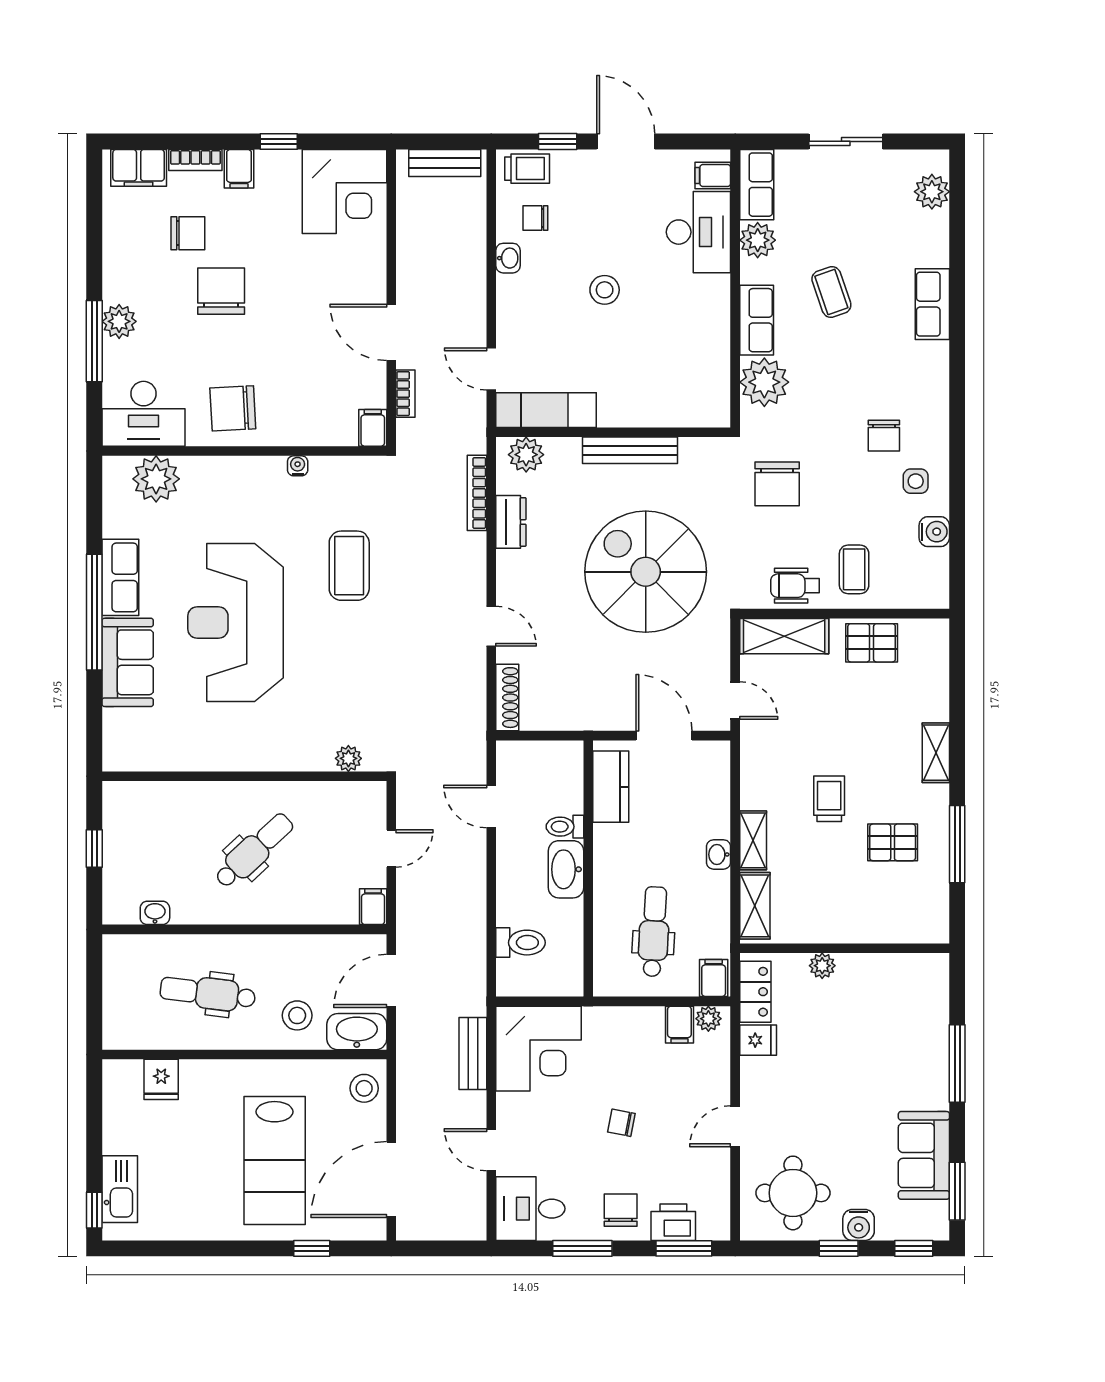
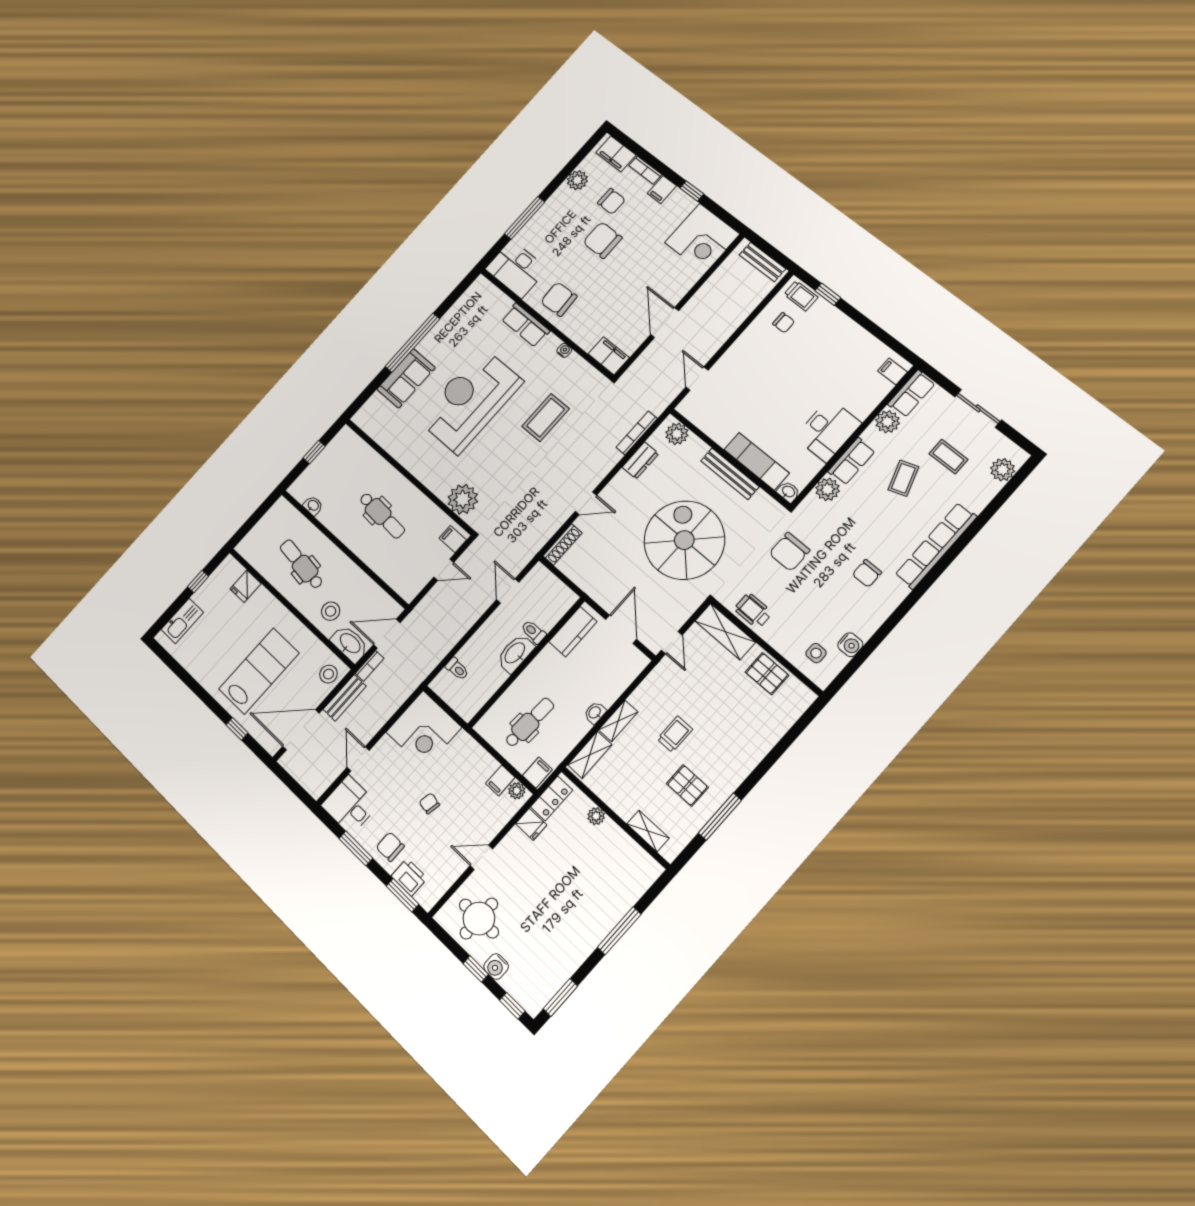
door: (626, 141) -> (862, 320), removed
chair: (535, 218) -> (784, 323), turned 180
desk: (698, 232) -> (828, 430), moved
washbasin: (508, 258) -> (788, 492), moved, turned -90
stool: (605, 290) -> (787, 385), removed
chair: (221, 291) -> (602, 240), turned -90
row of seats: (932, 304) -> (936, 546), width x2.02
plant: (119, 321) -> (577, 180), moved
plant: (764, 382) -> (828, 489), width x0.73, depth x0.73
bookcase: (405, 394) -> (370, 666), moved
exam couch: (546, 410) -> (757, 461), moved
filing cabinet: (373, 428) -> (609, 356), width x2.00
plant: (156, 479) -> (495, 304), removed
side table: (916, 481) -> (816, 653), moved
coffee table: (854, 569) -> (948, 457), moved, turned 90
row of seats: (120, 577) -> (525, 325), moved, turned 90
door: (491, 626) -> (586, 503), hinge flipped
shelving: (936, 753) -> (648, 831), moved, turned 90
plant: (348, 758) -> (463, 499), width x1.87, depth x1.87
dental chair: (254, 851) -> (382, 515), turned 46
filing cabinet: (373, 907) -> (453, 539), moved, turned -90
toilet: (521, 943) -> (457, 669), width x0.73, depth x0.72
bench: (473, 1054) -> (345, 698), moved
sofa: (924, 1155) -> (560, 962), removed
lab bench: (275, 1160) -> (259, 671), turned 180
window: (94, 1210) -> (198, 581), moved
chair: (621, 1210) -> (390, 847), turned -90

